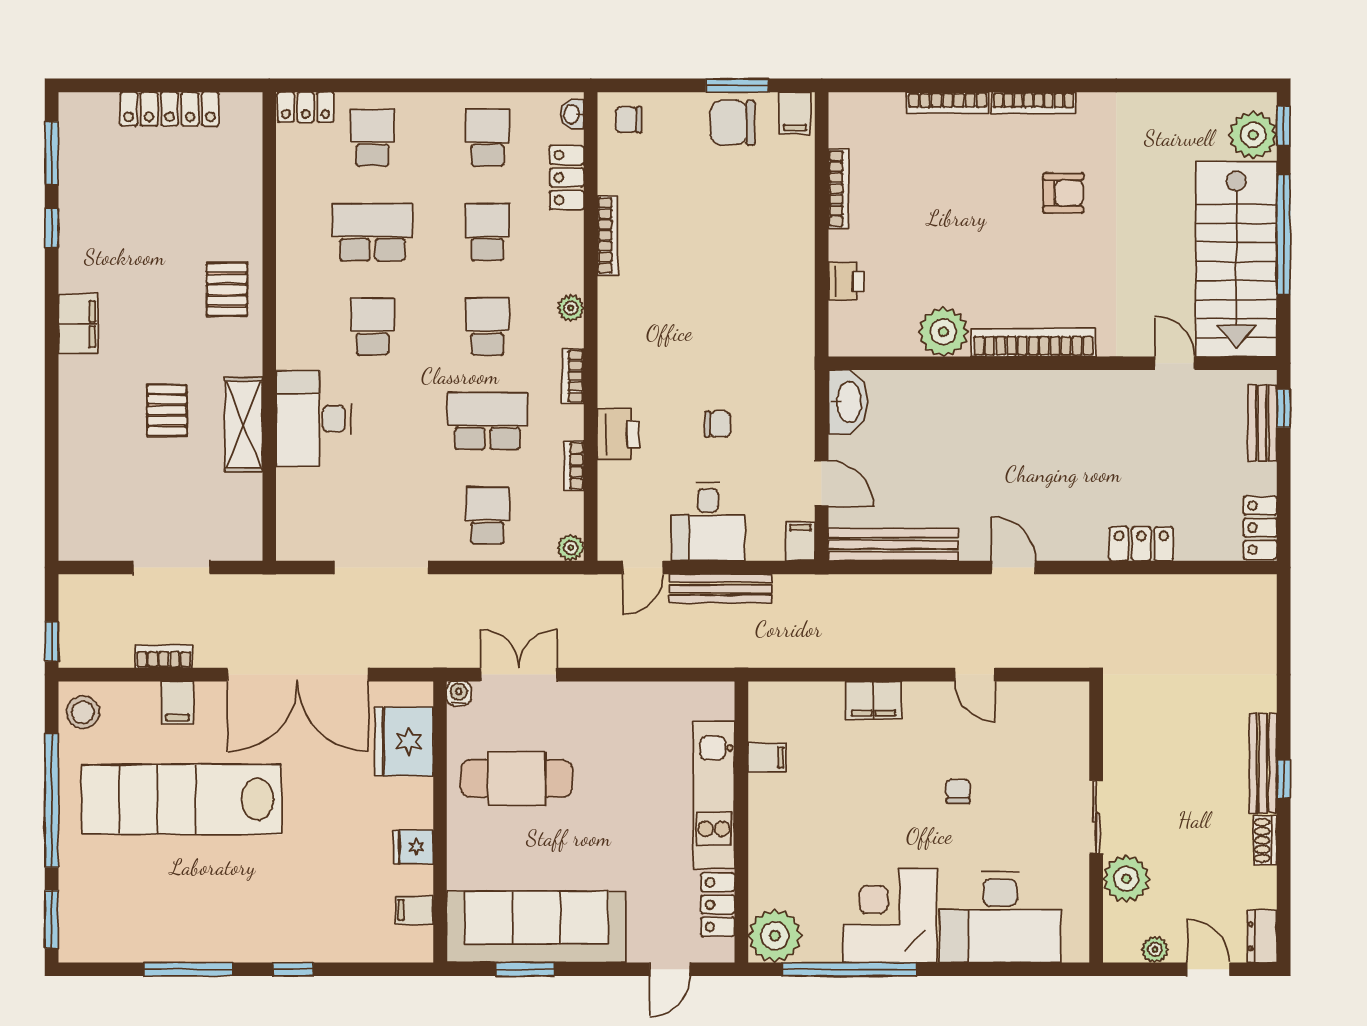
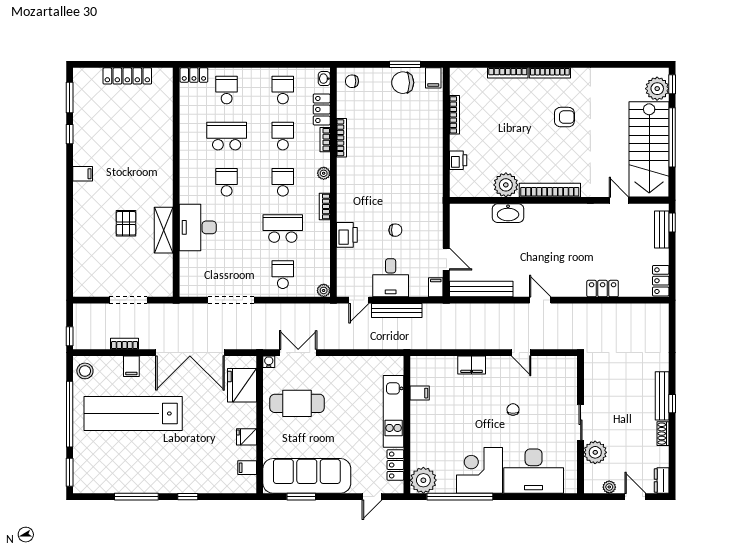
pallet: (227, 290) -> (155, 164), removed
filing cabinet: (78, 324) -> (83, 174), width x0.50
washbasin: (848, 402) -> (508, 213), moved, turned 90
bookcase: (574, 466) -> (325, 140), moved

